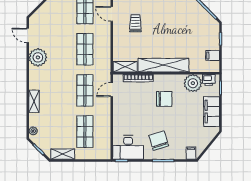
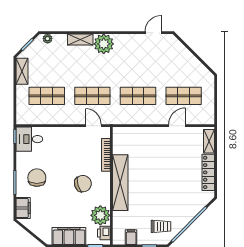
trolley: (135, 23) -> (161, 226), moved
plant: (38, 57) -> (104, 44), moved
shelving: (125, 67) -> (119, 141), removed
chair: (164, 99) -> (83, 184), turned -106
chair: (159, 141) -> (37, 178), turned -73
desk: (128, 147) -> (29, 139), width x0.73
filing cabinet: (191, 153) -> (23, 208), width x2.00

